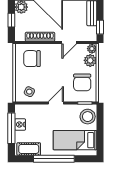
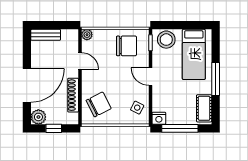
window: (100, 27) -> (62, 25), removed
chair: (32, 59) -> (99, 104), turned -117
plant: (90, 60) -> (101, 36), removed
nightstand: (20, 124) -> (159, 118), moved
window: (54, 159) -> (216, 79), width x0.68

